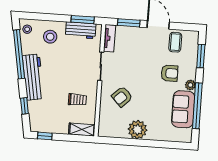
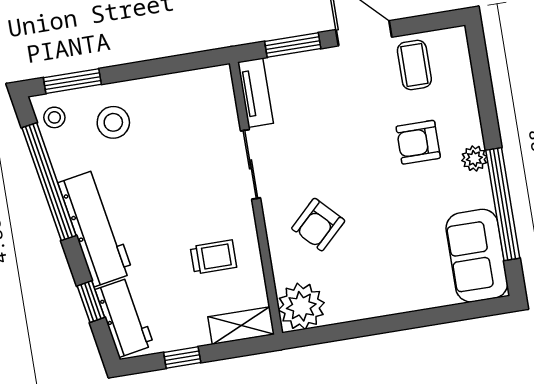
window: (83, 20) -> (72, 81), moved
workbench: (81, 30) -> (124, 317), moved, turned -100
window: (201, 56) -> (483, 84), removed
armchair: (170, 73) -> (418, 142), turned 180
sofa: (183, 109) -> (477, 256), moved
plant: (137, 130) -> (301, 306), moved
window: (45, 136) -> (182, 358), moved

